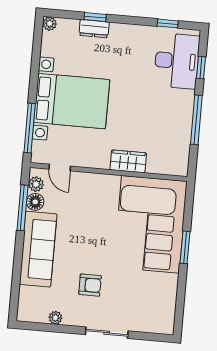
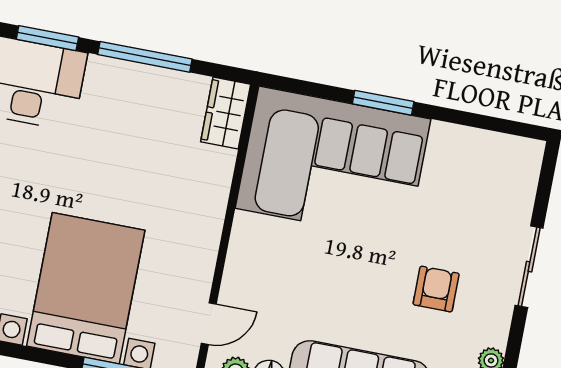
window: (201, 68) -> (47, 38), width x1.50
wardrobe: (128, 161) -> (226, 113), moved

